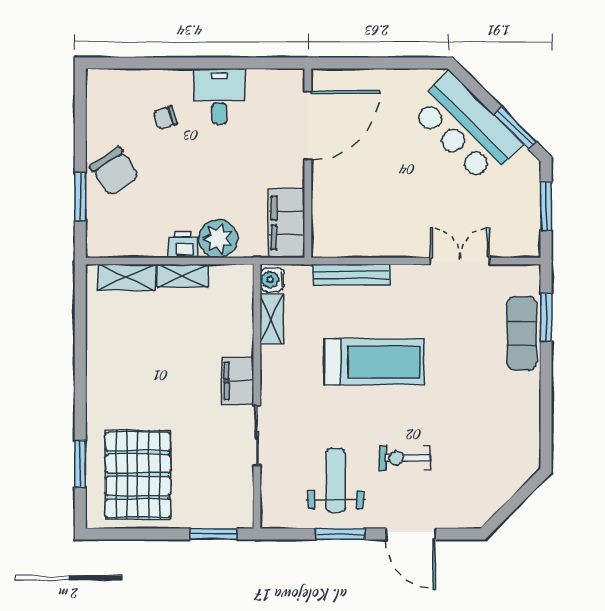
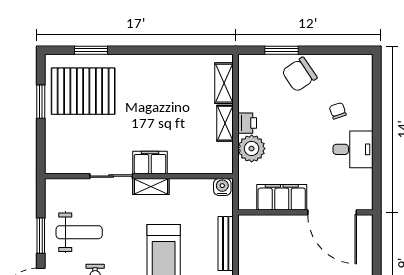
filing cabinet: (287, 223) -> (282, 197), moved
shelving: (271, 319) -> (151, 186), moved
window: (214, 534) -> (41, 102), moved

